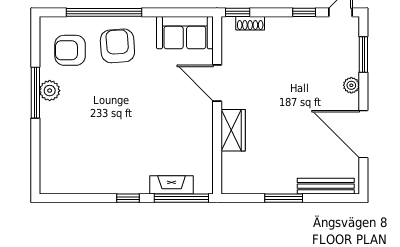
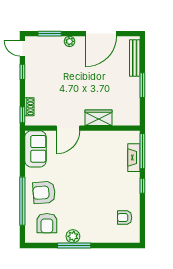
armchair: (79, 171) -> (125, 218), added

